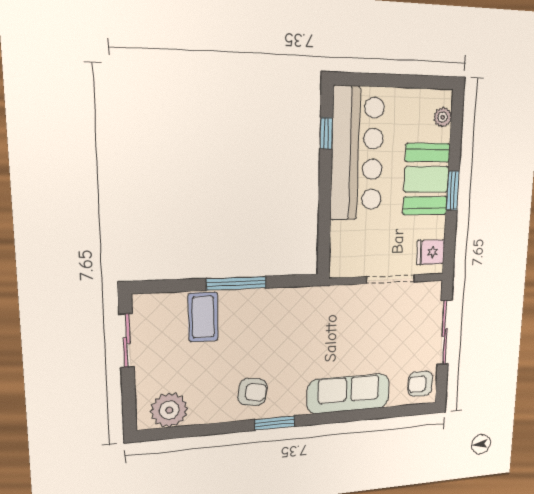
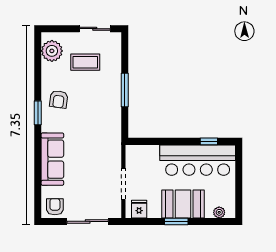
coffee table: (203, 317) -> (85, 62), moved

